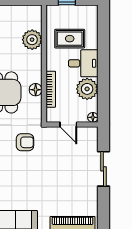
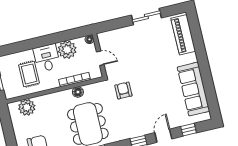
plant: (32, 40) -> (27, 107), moved
door: (68, 125) -> (100, 58), hinge flipped
sliding door: (103, 169) -> (146, 17), moved

